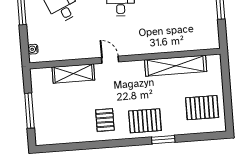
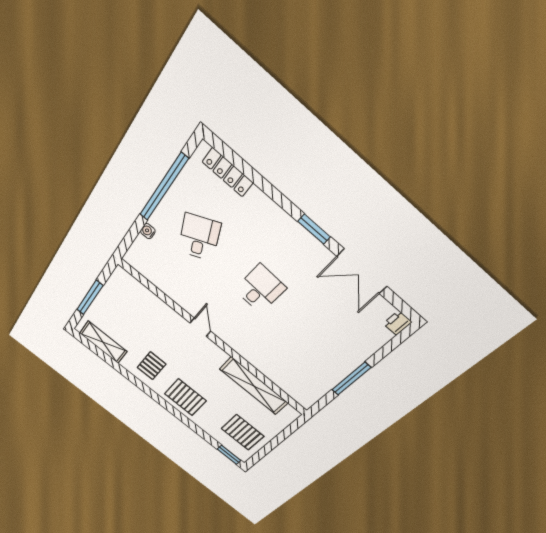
water cooler: (33, 49) -> (148, 231), moved
shelving: (73, 73) -> (103, 342), moved
window: (163, 140) -> (229, 455), moved

